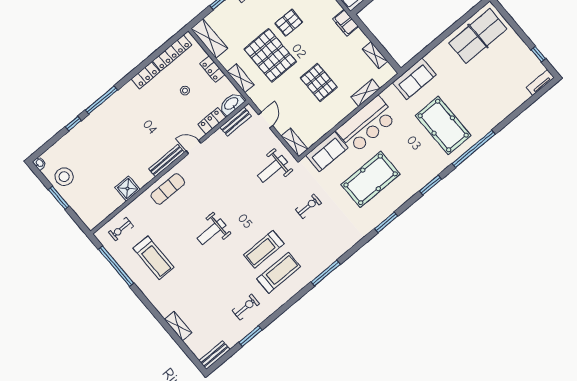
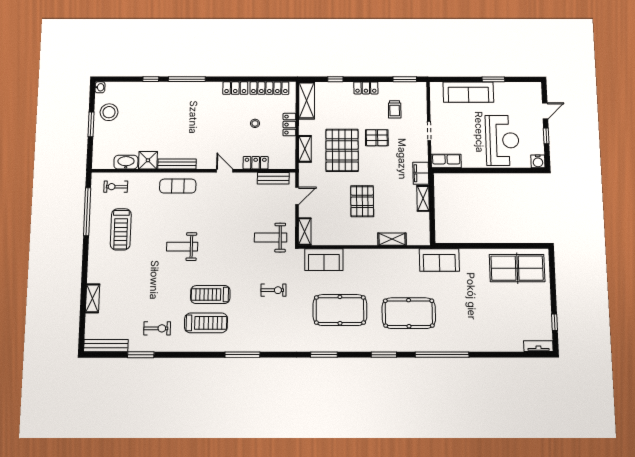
shelving: (375, 55) -> (423, 198), moved
washbasin: (231, 104) -> (126, 162), moved
bar counter: (366, 124) -> (372, 264), removed
pool table: (443, 126) -> (409, 313), moved, turned 90
bench: (167, 161) -> (177, 164), moved
bench: (214, 355) -> (106, 346), width x1.36

